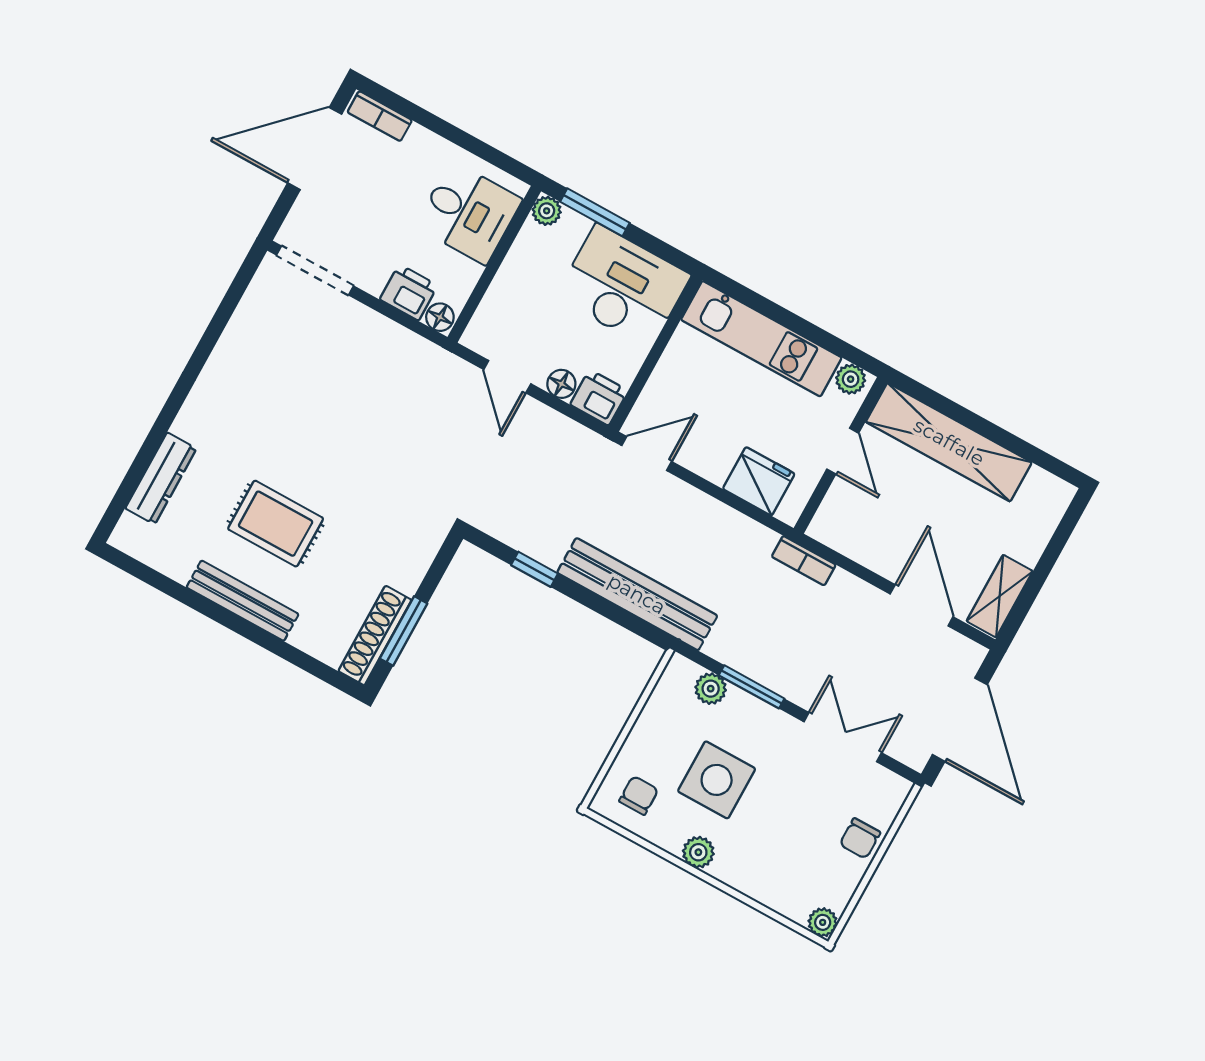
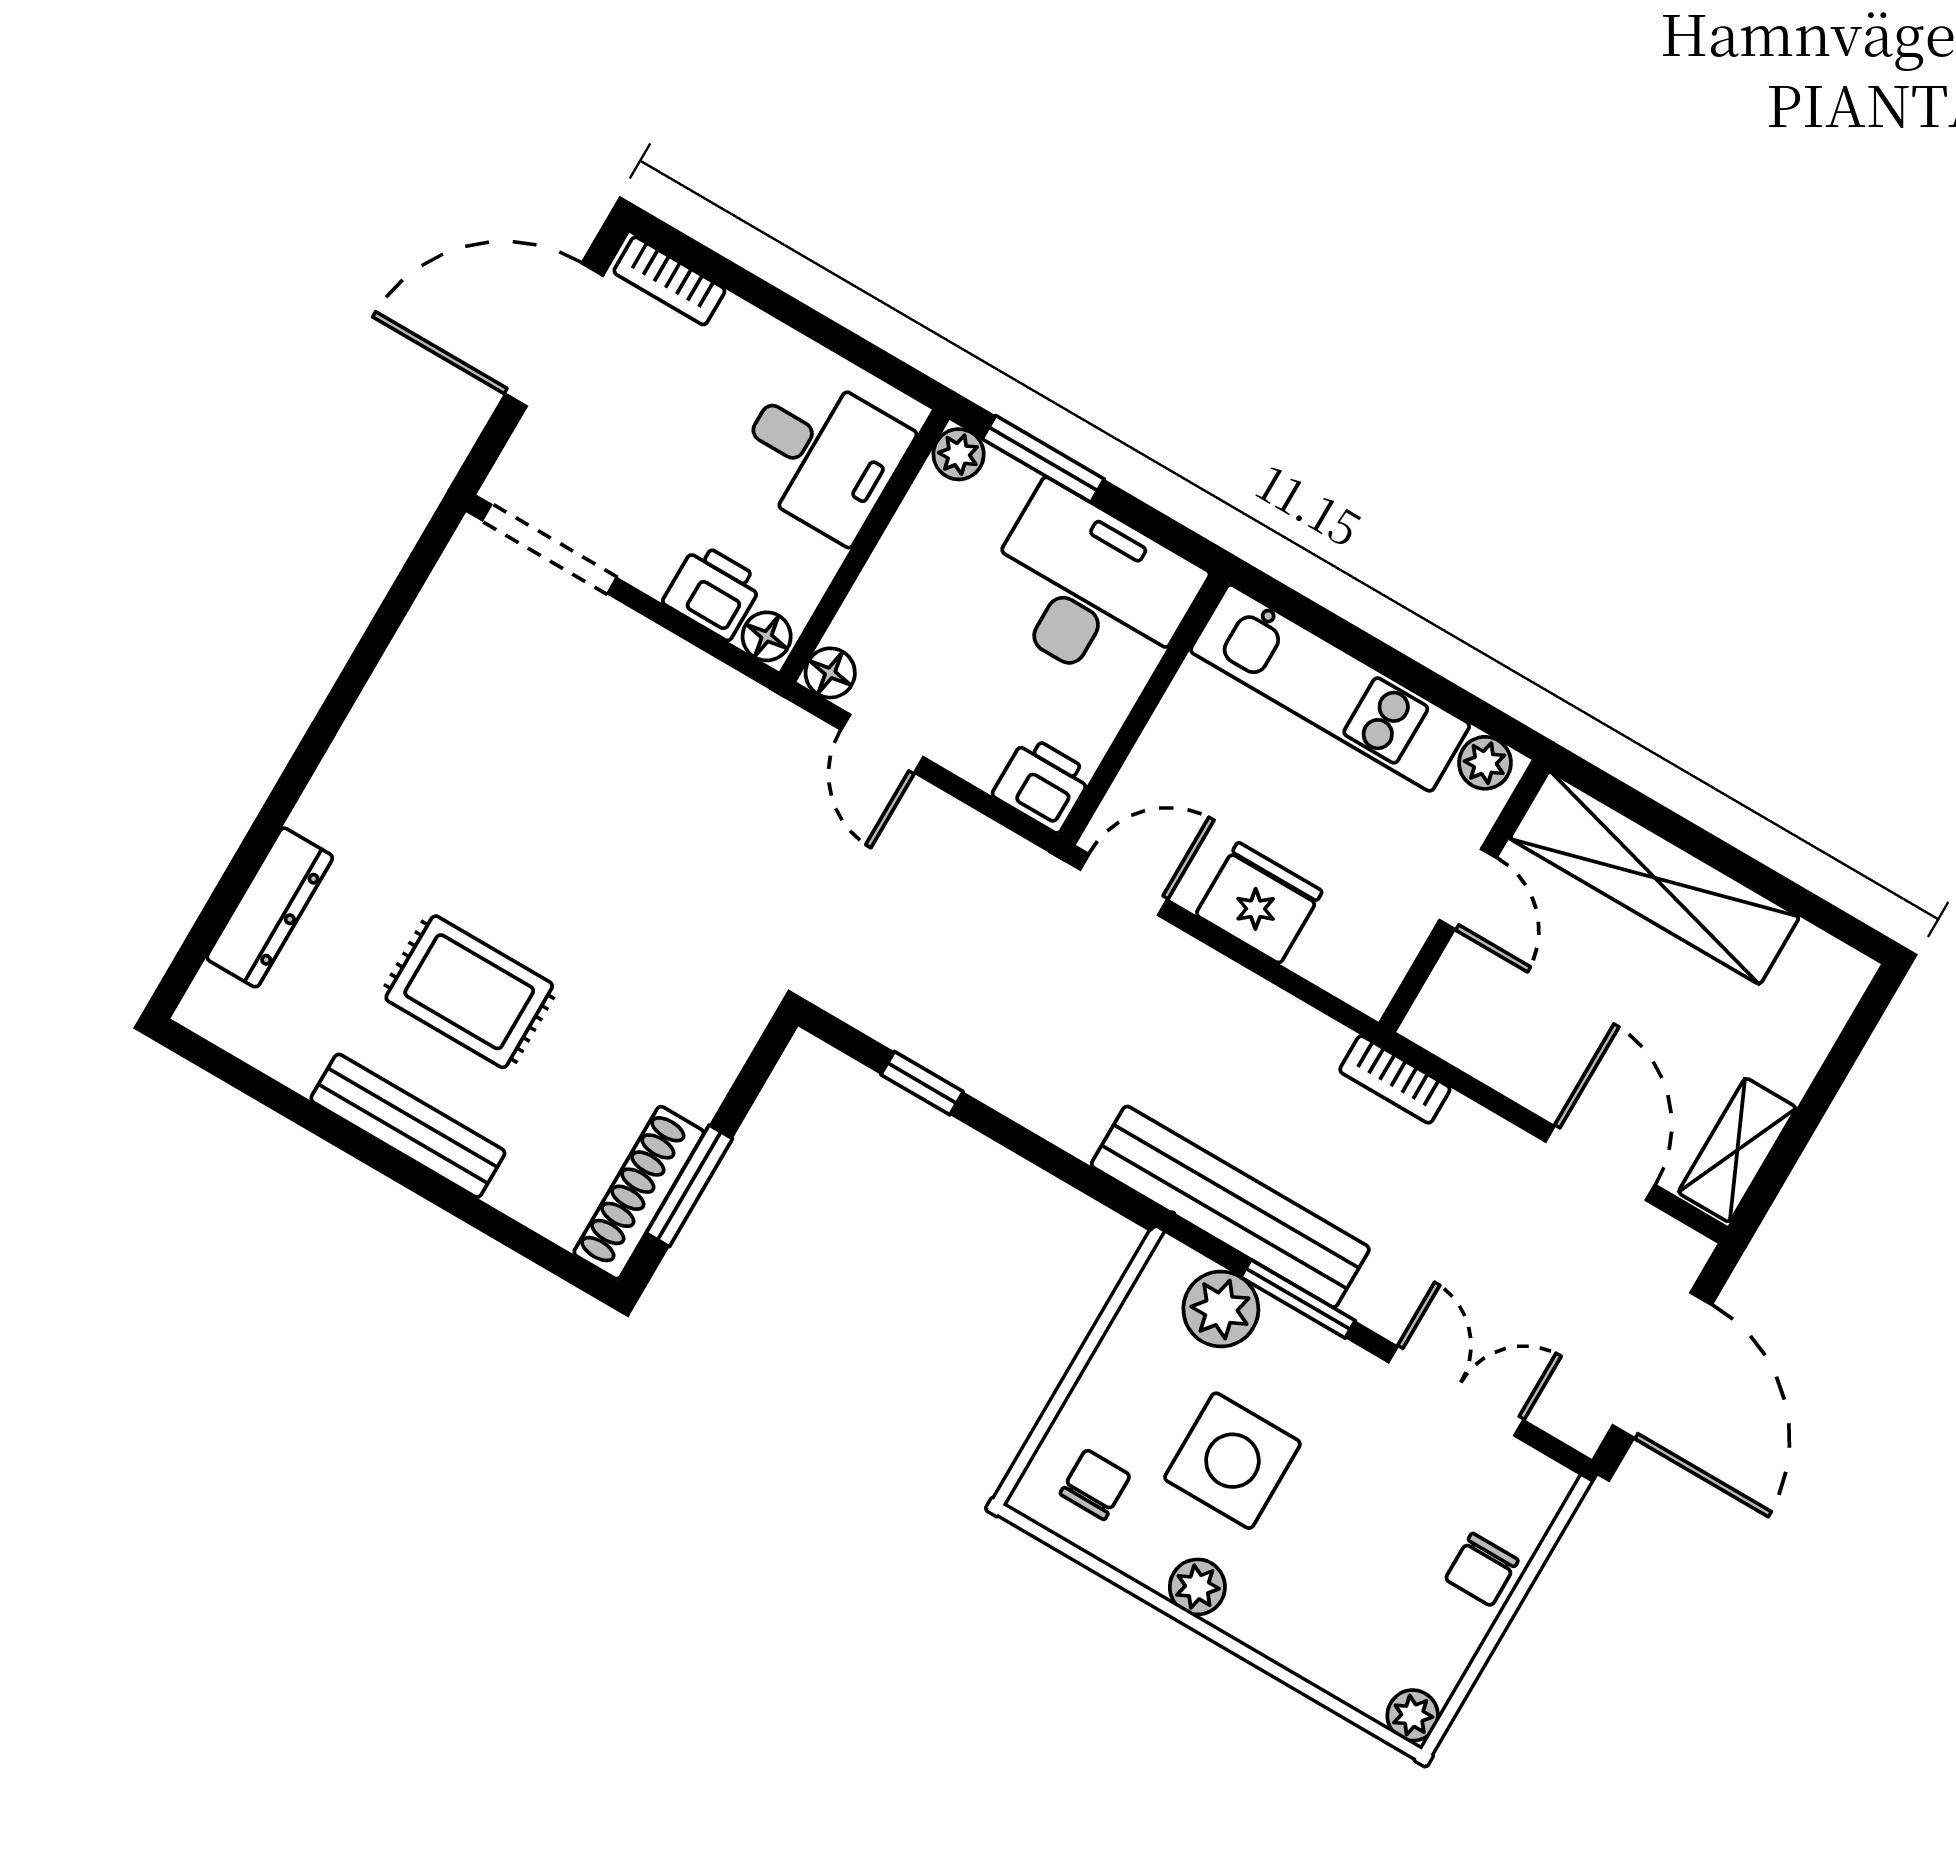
floor lamp: (561, 384) -> (830, 673), moved
fridge: (759, 481) -> (1259, 903), moved
bench: (637, 594) -> (1230, 1207), moved
plant: (711, 689) -> (1221, 1309), width x1.38, depth x1.38

